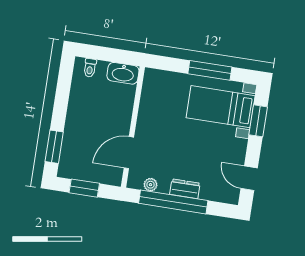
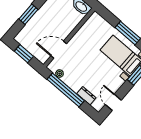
window: (54, 147) -> (28, 14), moved
dresser: (185, 189) -> (86, 96), moved

